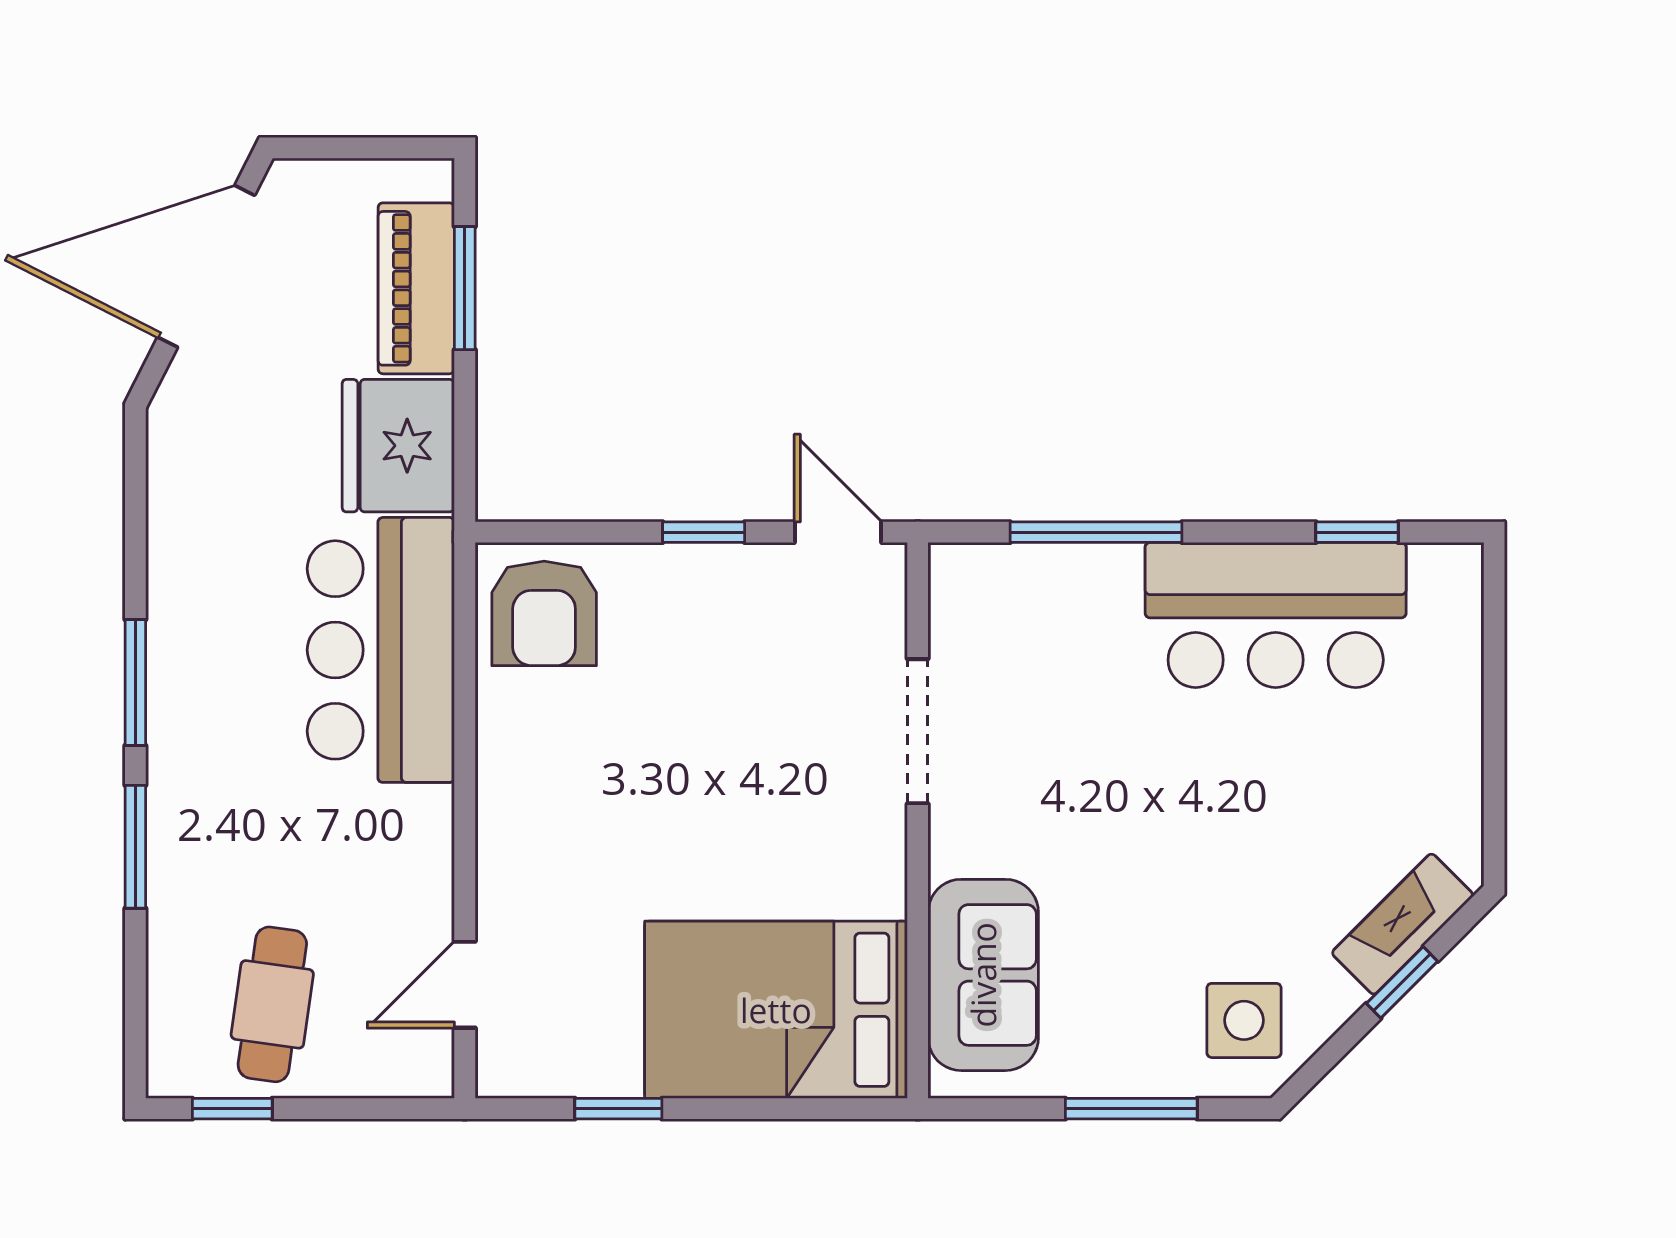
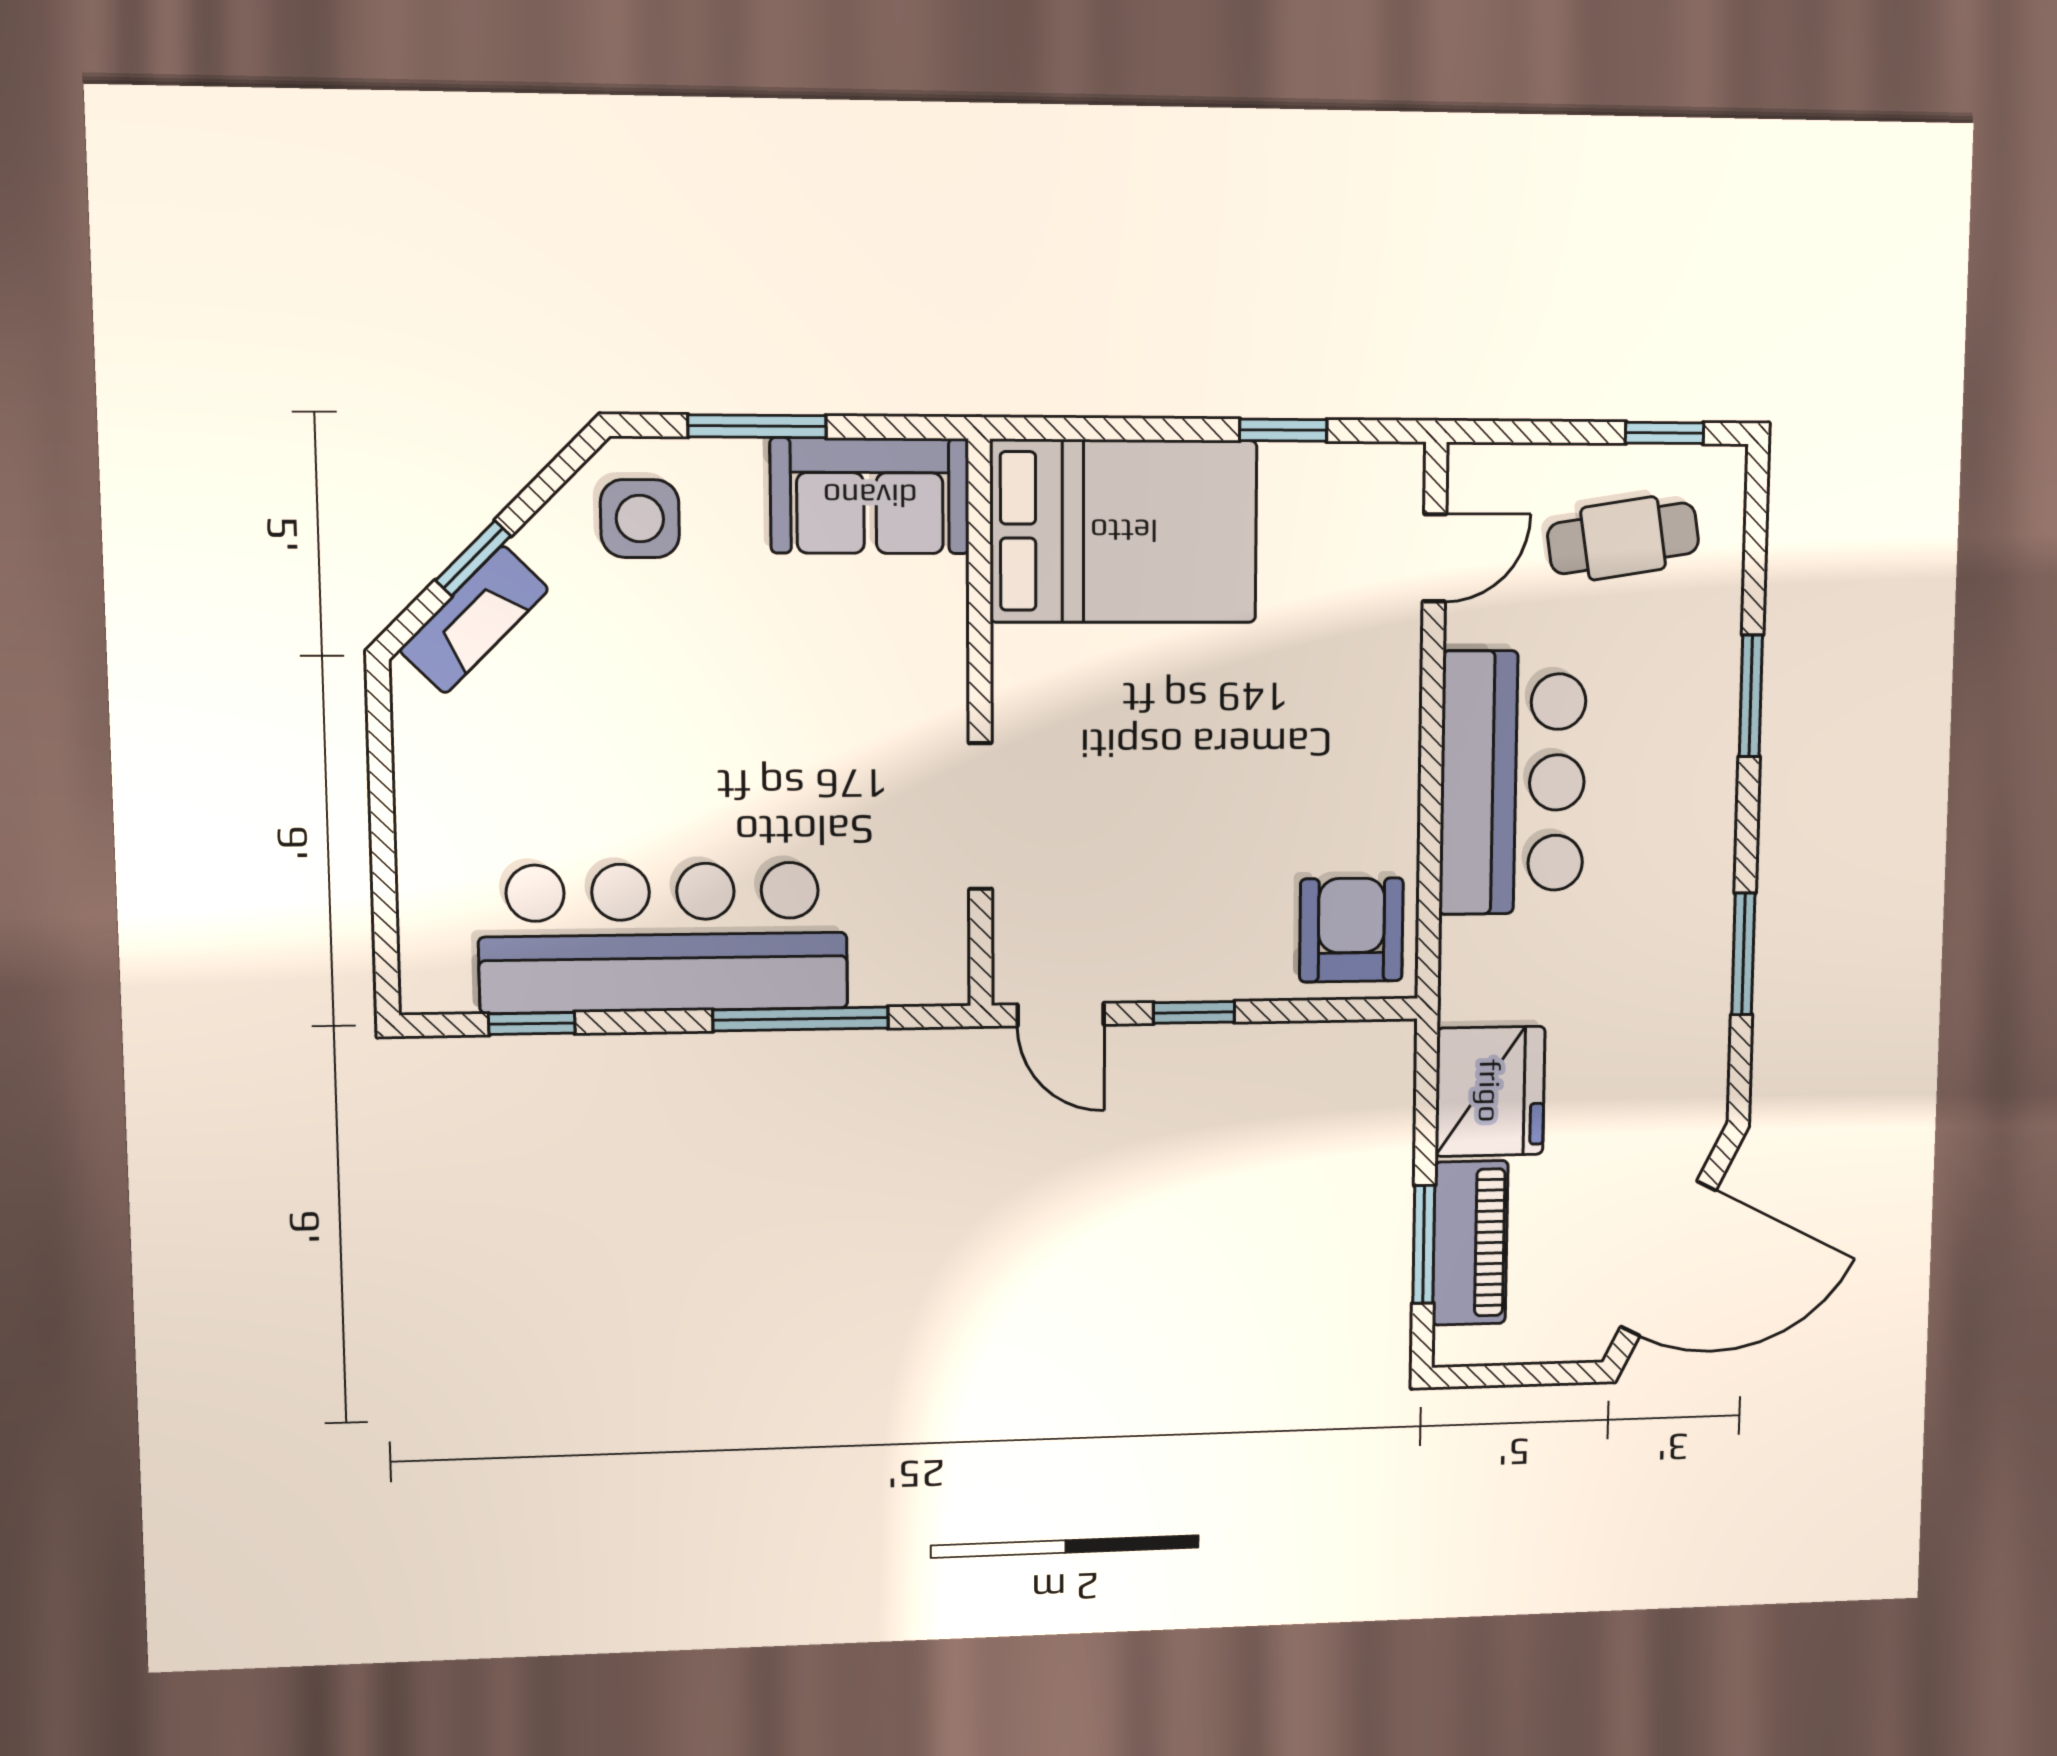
bar counter: (1276, 615) -> (664, 937), width x1.36
bar counter: (381, 650) -> (1513, 783), moved
window: (135, 683) -> (1743, 954), moved
sofa: (983, 975) -> (870, 496), moved, turned -90
cafe table: (272, 1004) -> (1623, 538), turned 73

